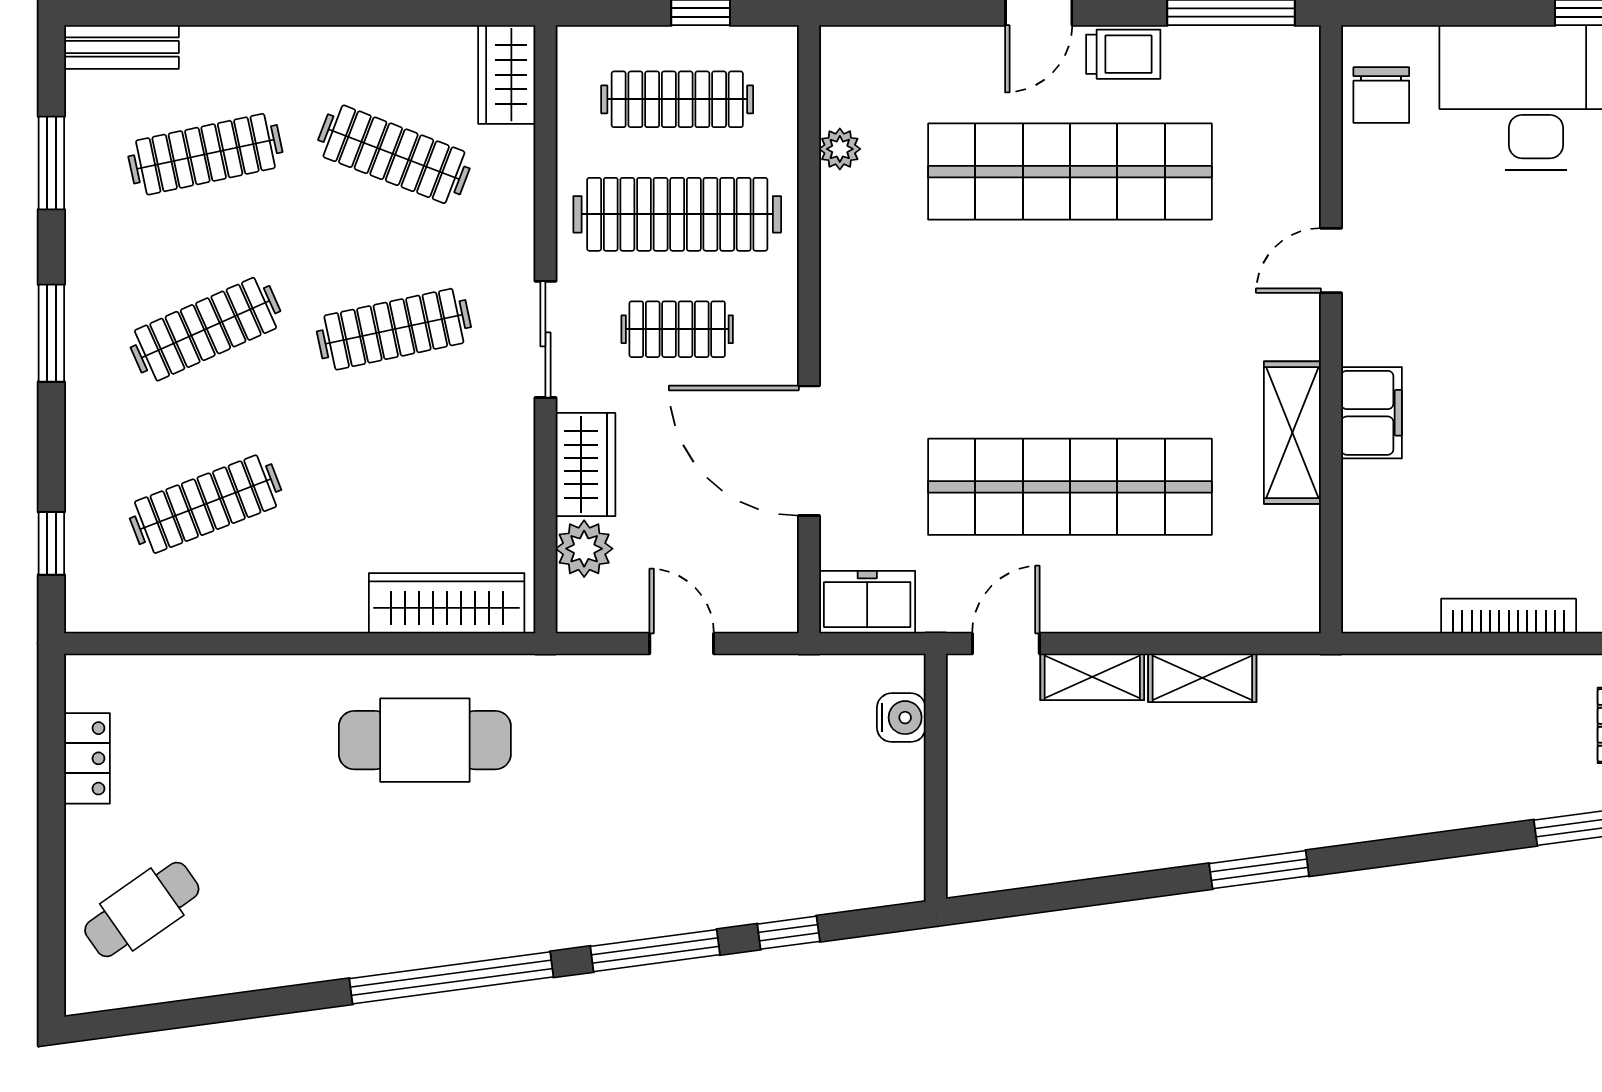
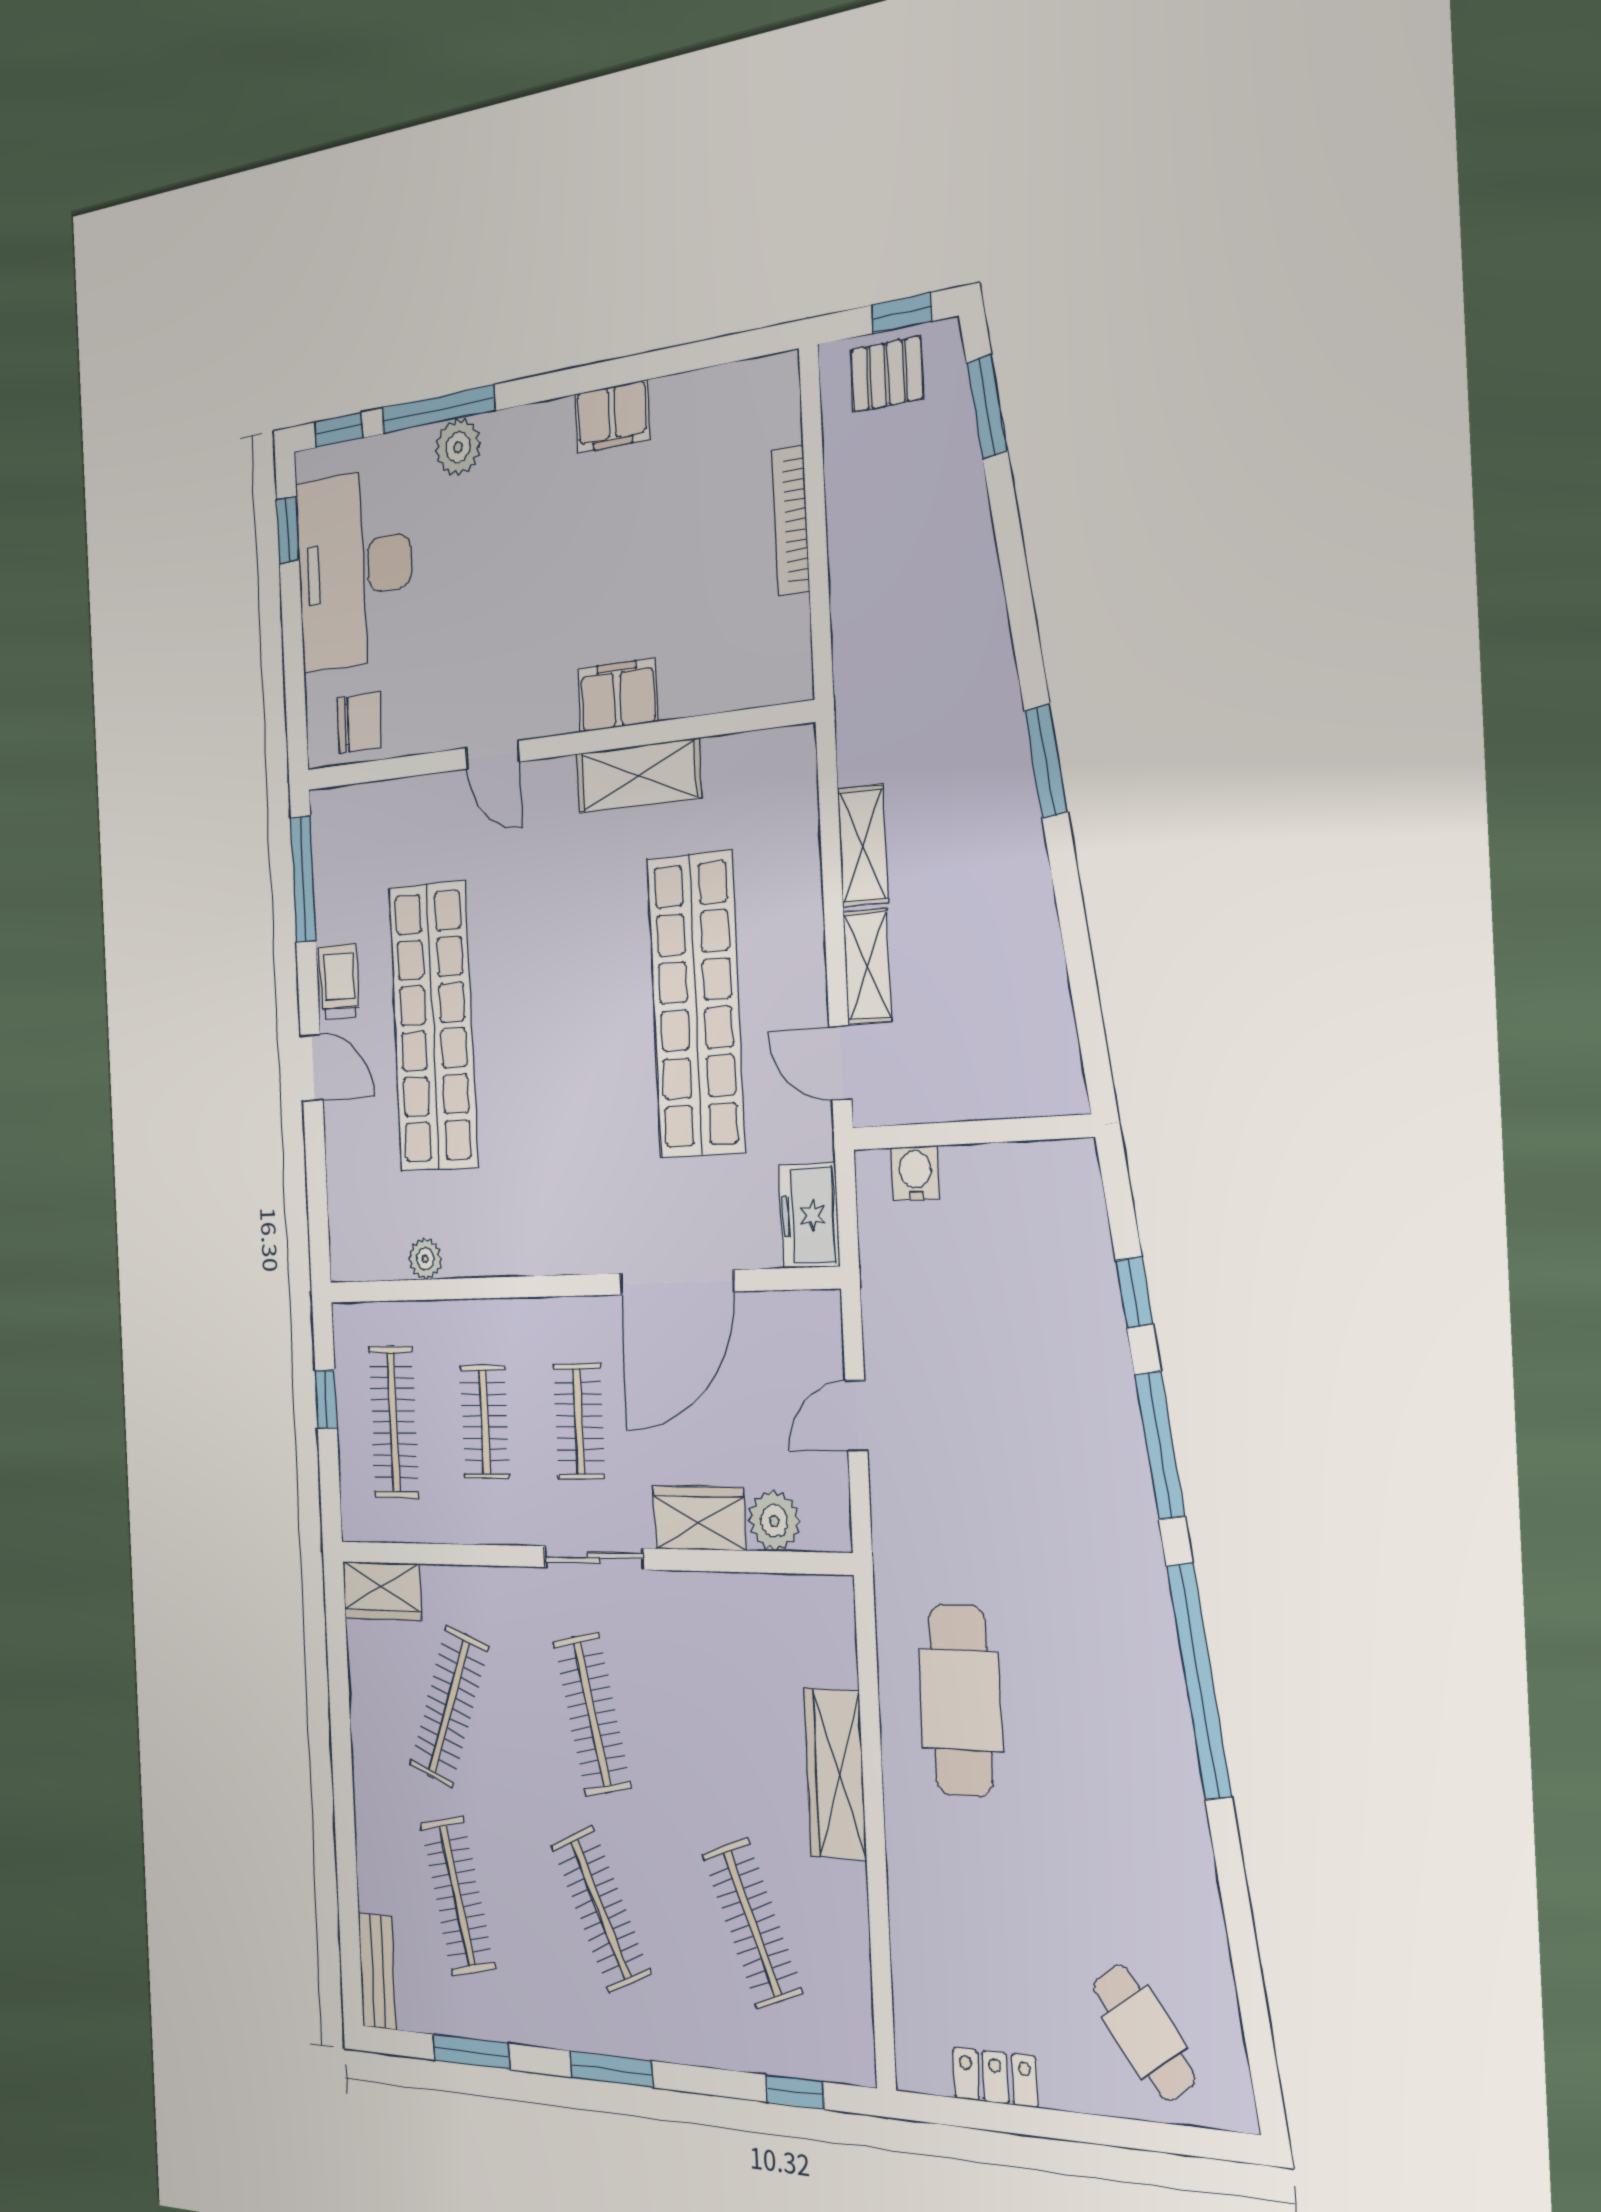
clothes rail: (677, 214) -> (485, 1422), width x0.54, depth x0.76
wardrobe: (447, 603) -> (835, 1774), moved

